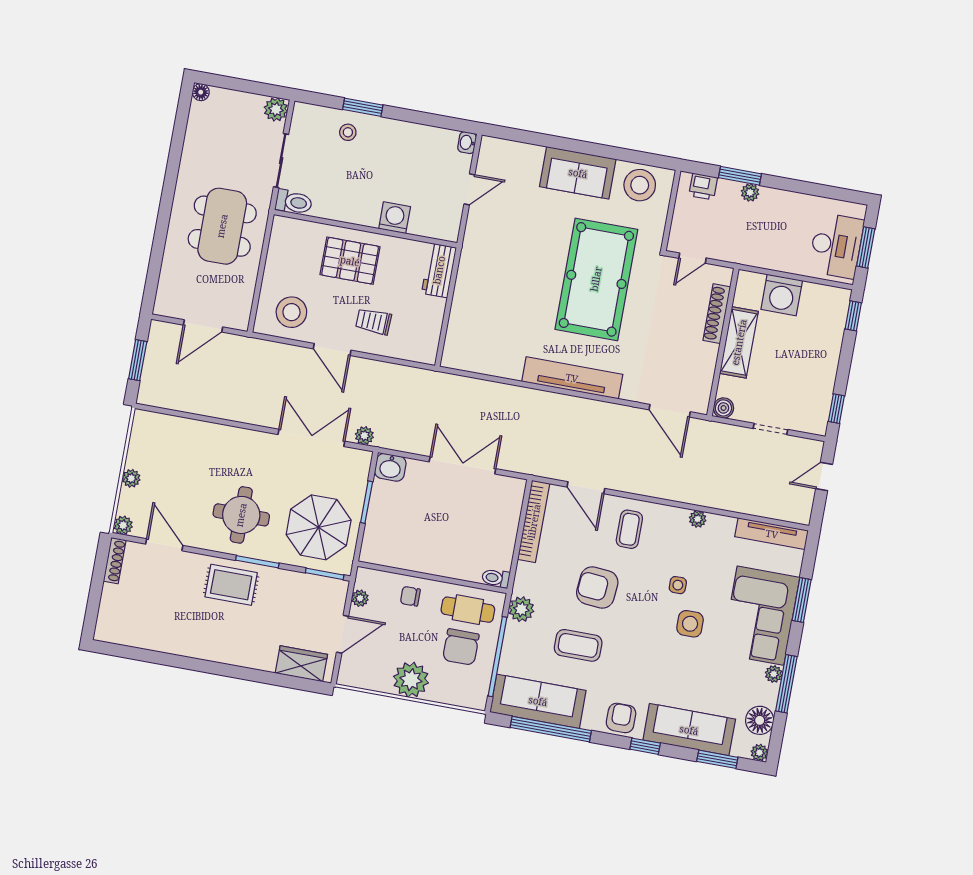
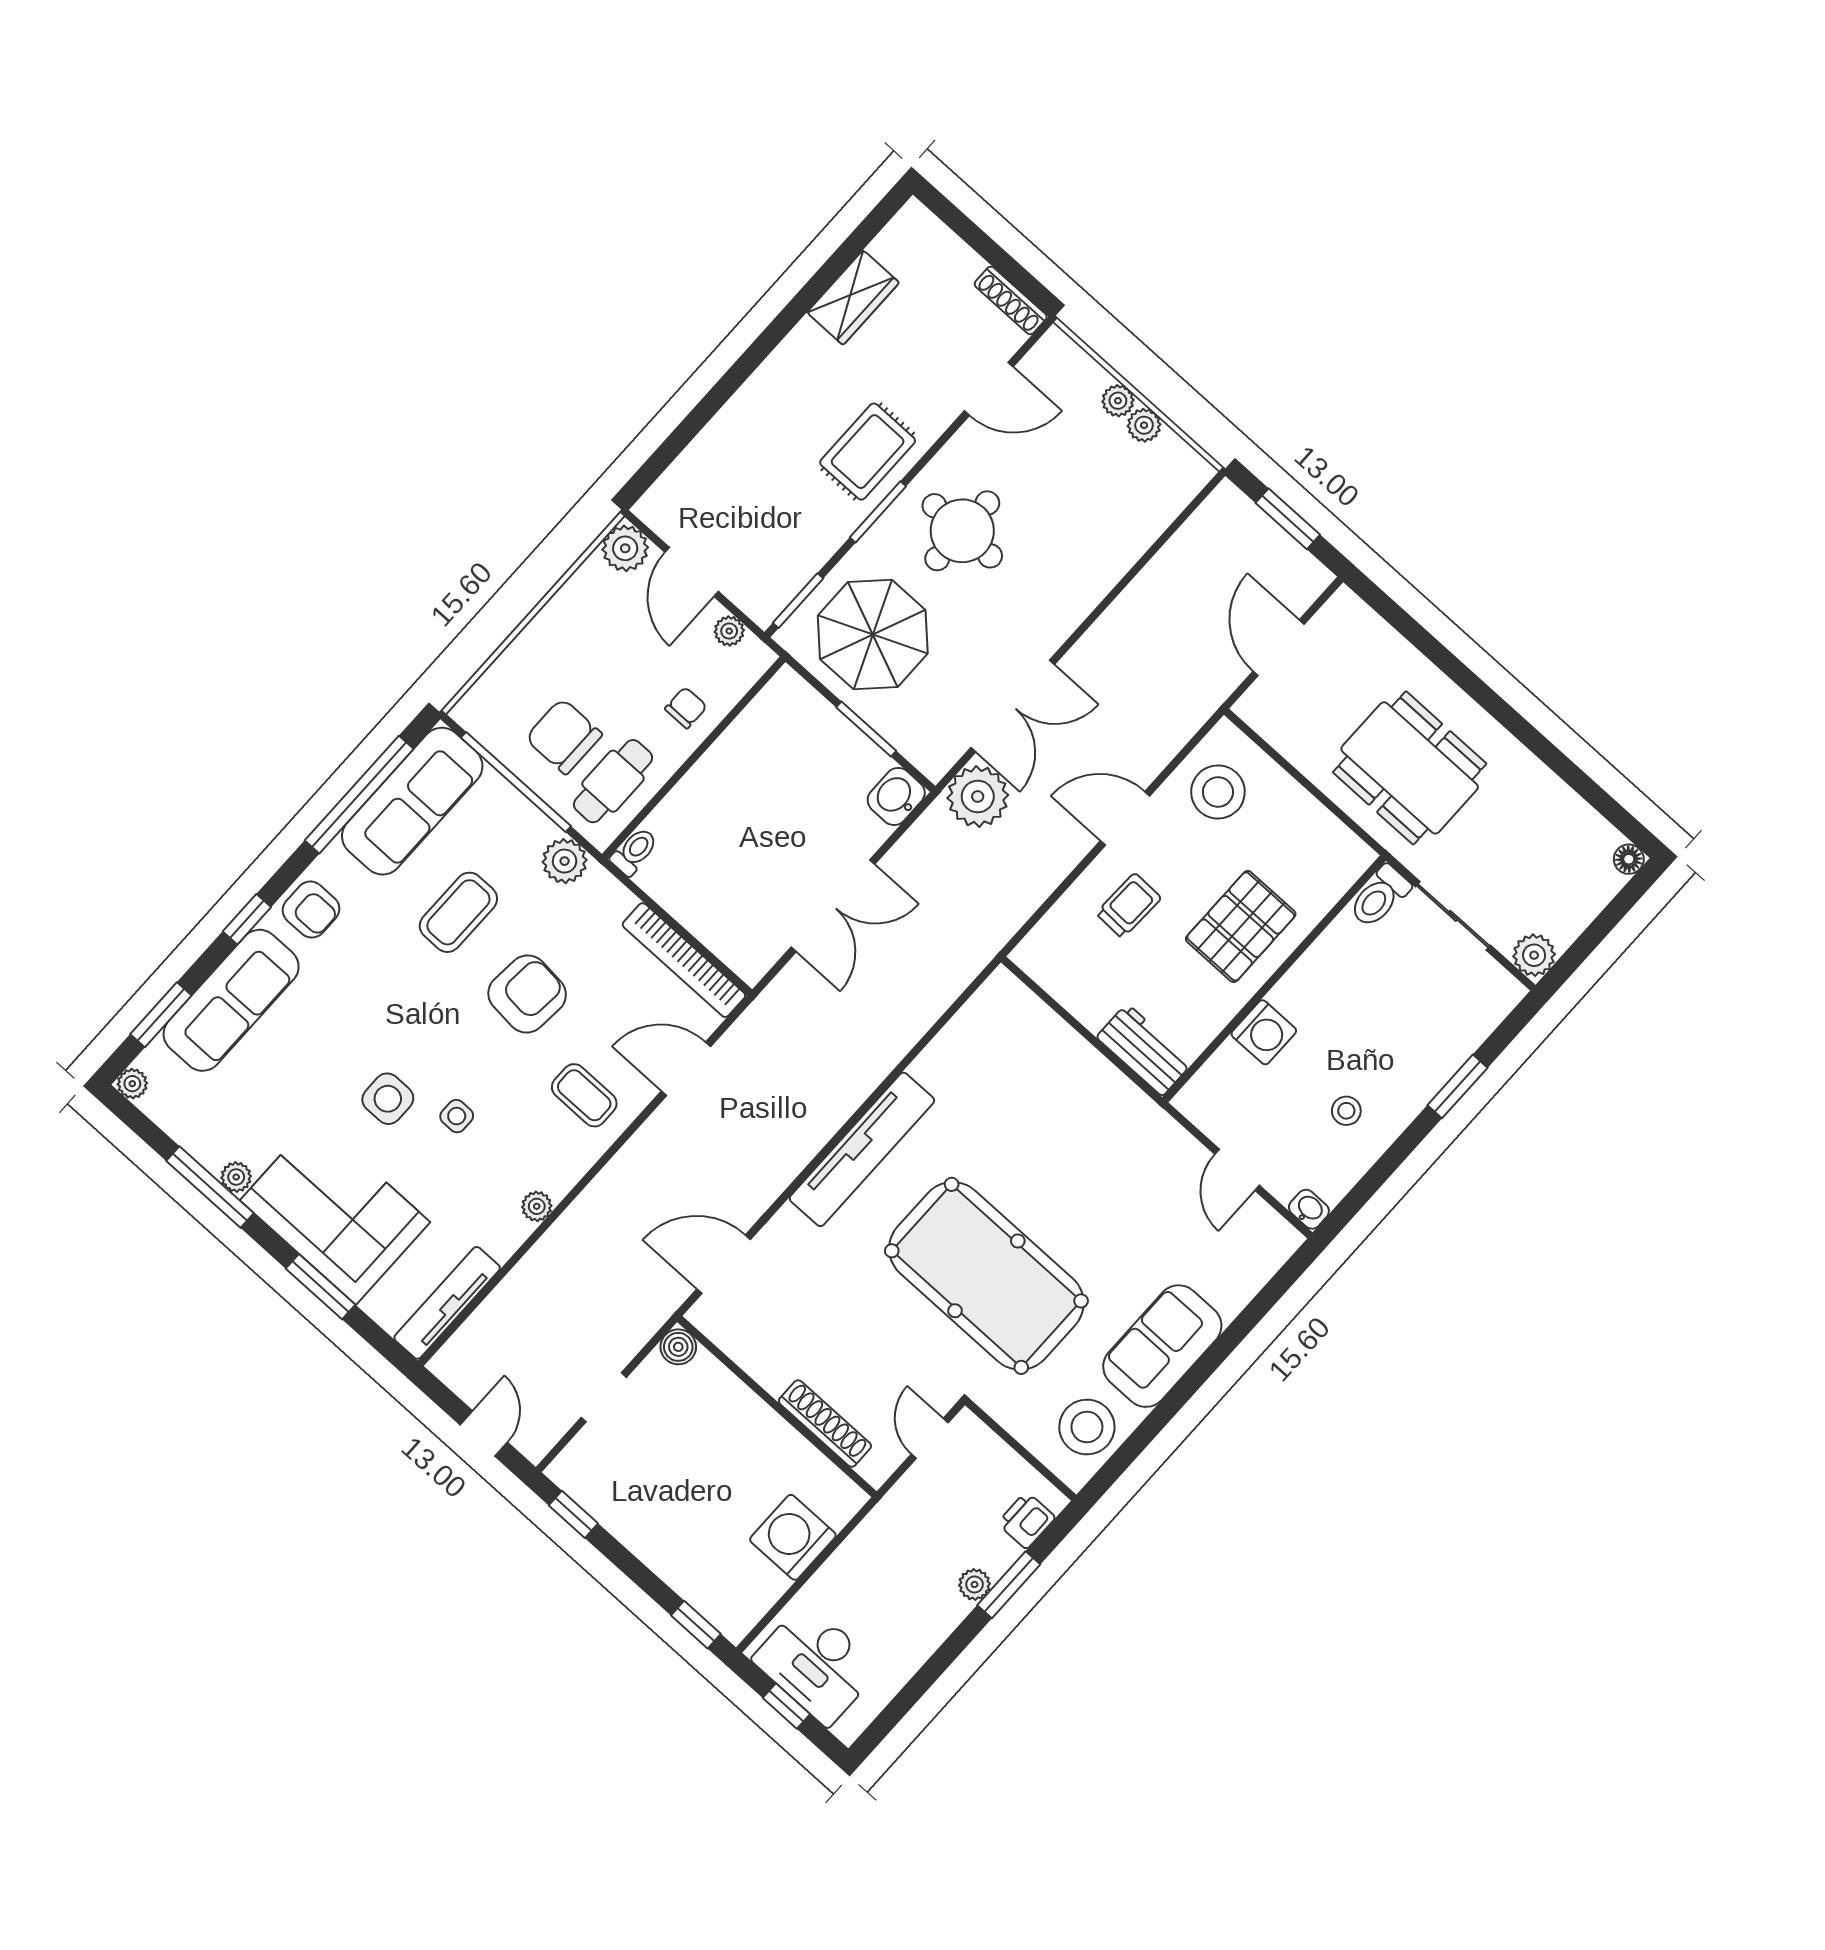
stool: (348, 132) -> (1346, 1111), moved
window: (866, 247) -> (786, 1706), width x0.67
shelving: (739, 342) -> (762, 1430), removed
plant: (364, 436) -> (978, 796), width x1.87, depth x1.87
plant: (123, 525) -> (1144, 425), moved
wardrobe: (301, 664) -> (853, 298), moved
plant: (411, 680) -> (625, 548), moved, width x0.73, depth x0.73
floor lamp: (760, 720) -> (180, 1114), removed

